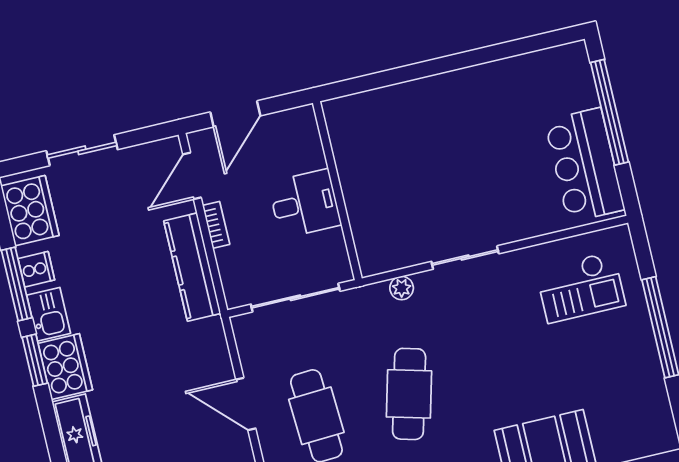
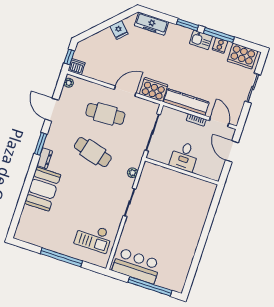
checkout: (581, 287) -> (93, 237), turned -90
cooker: (65, 367) -> (154, 89), moved, turned 180

